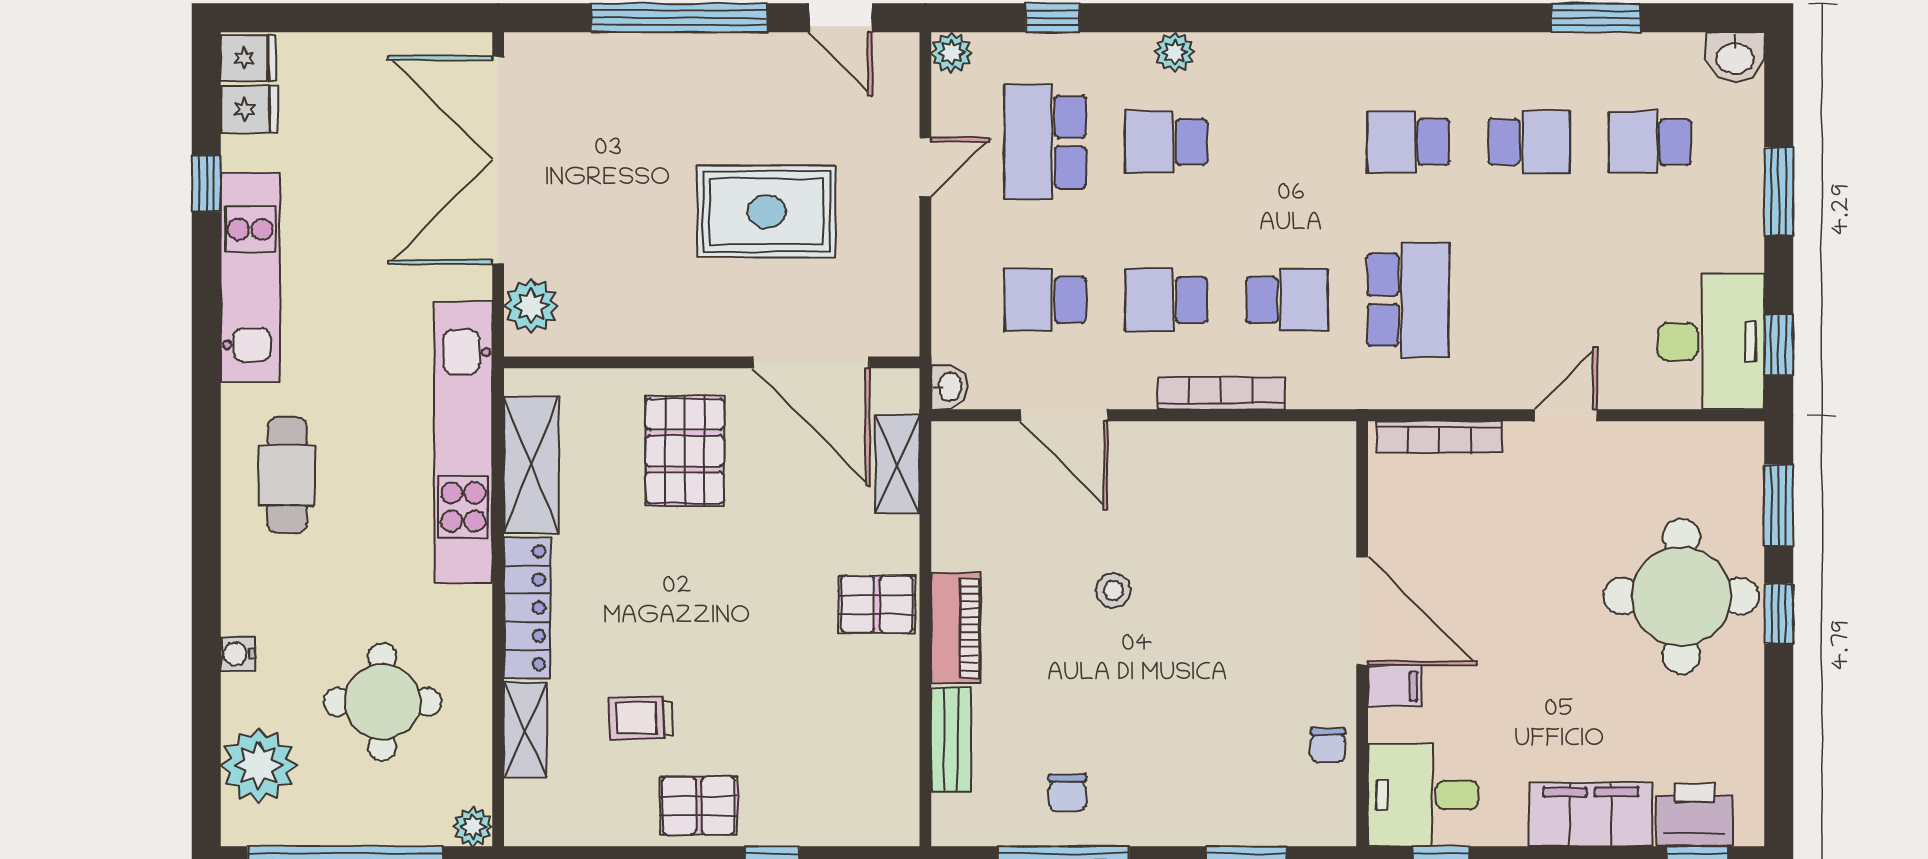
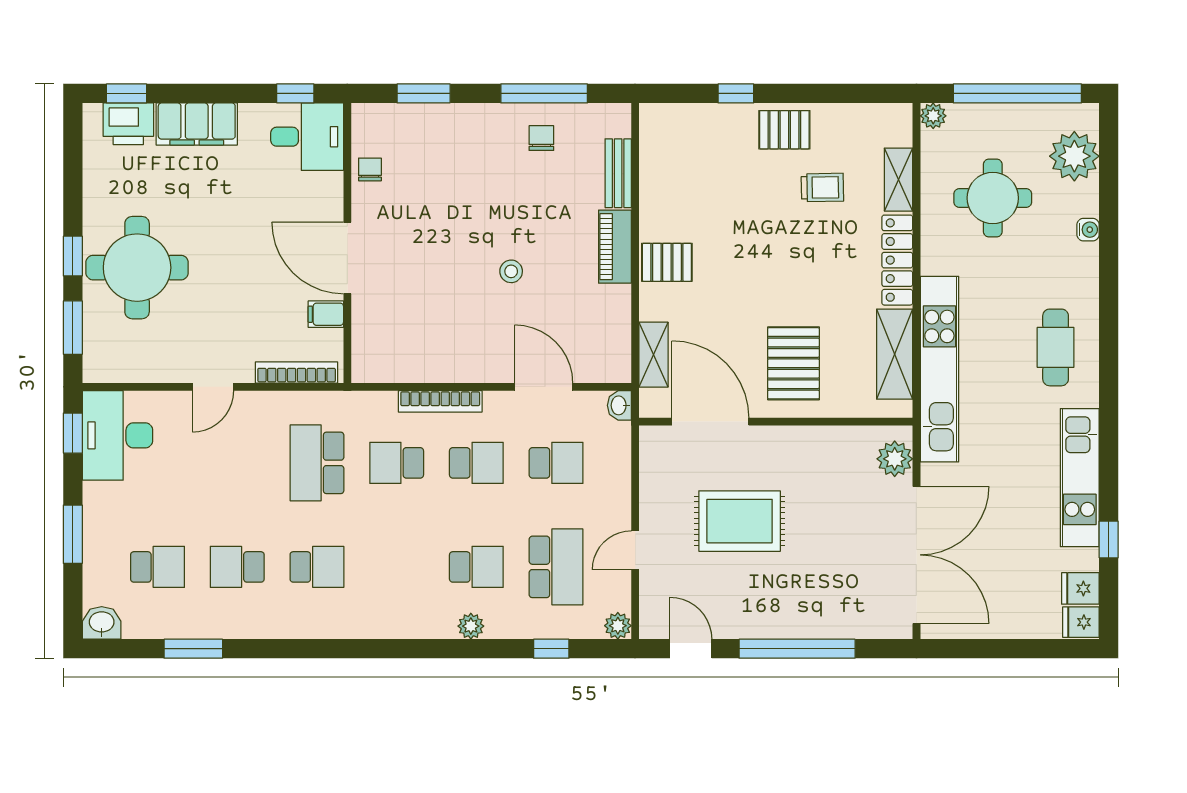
filing cabinet: (1395, 686) -> (326, 314), moved

